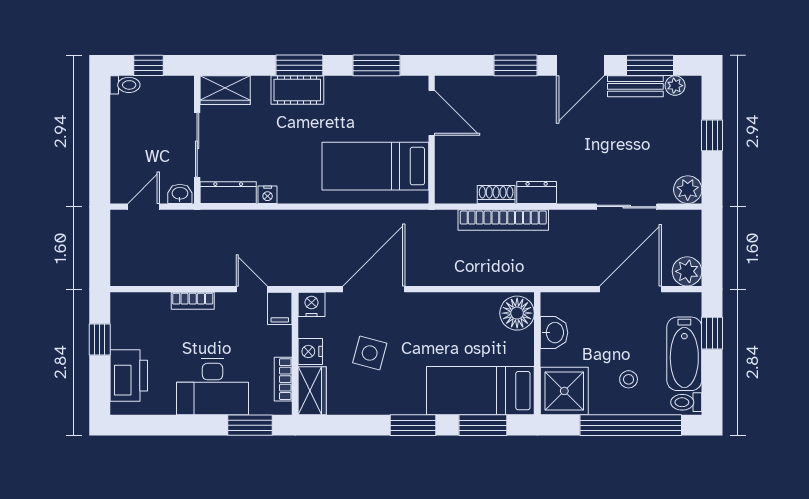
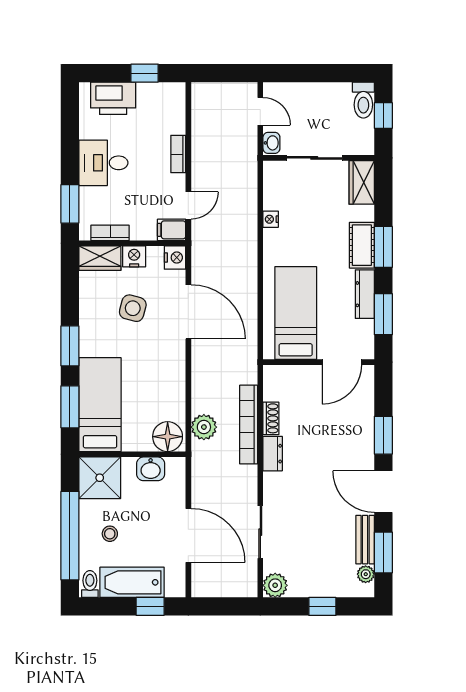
toilet: (125, 85) -> (363, 100), width x1.37, depth x1.39
dresser: (228, 193) -> (365, 294), moved, turned 180
plant: (687, 271) -> (204, 427), moved
desk: (213, 387) -> (103, 163), width x0.73

